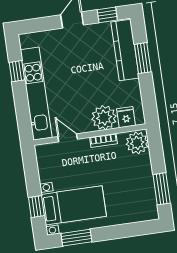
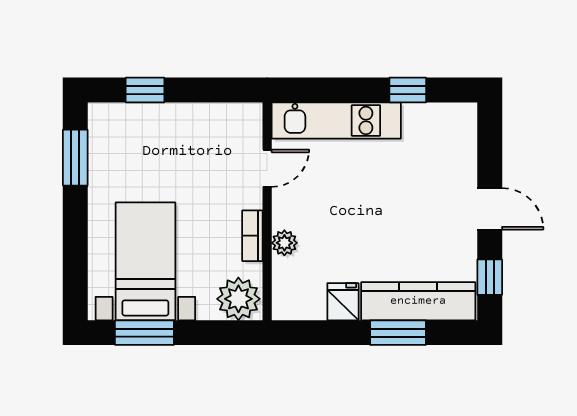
kitchen unit: (36, 94) -> (336, 120), width x0.73
fridge: (126, 117) -> (343, 302), moved, turned -90
plant: (104, 118) -> (284, 243), width x0.53, depth x0.53
bed with nightstands: (74, 205) -> (145, 261), moved, turned 180

